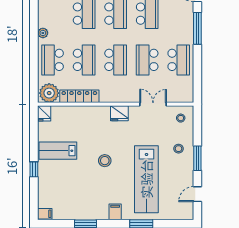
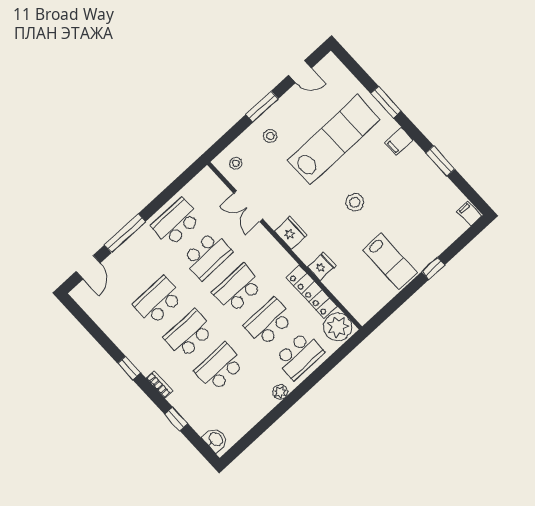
fridge: (44, 113) -> (322, 266), moved

